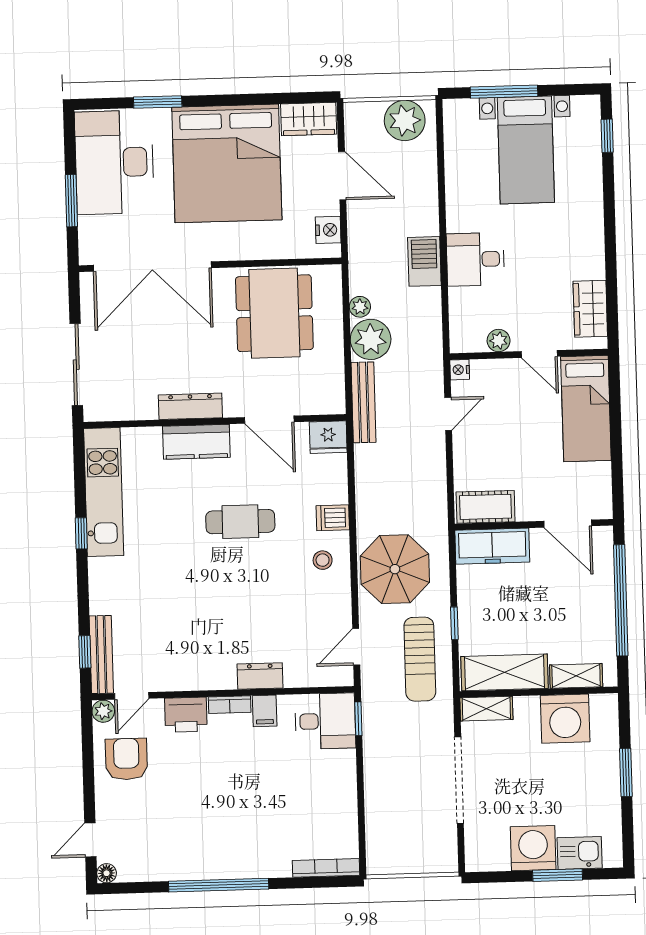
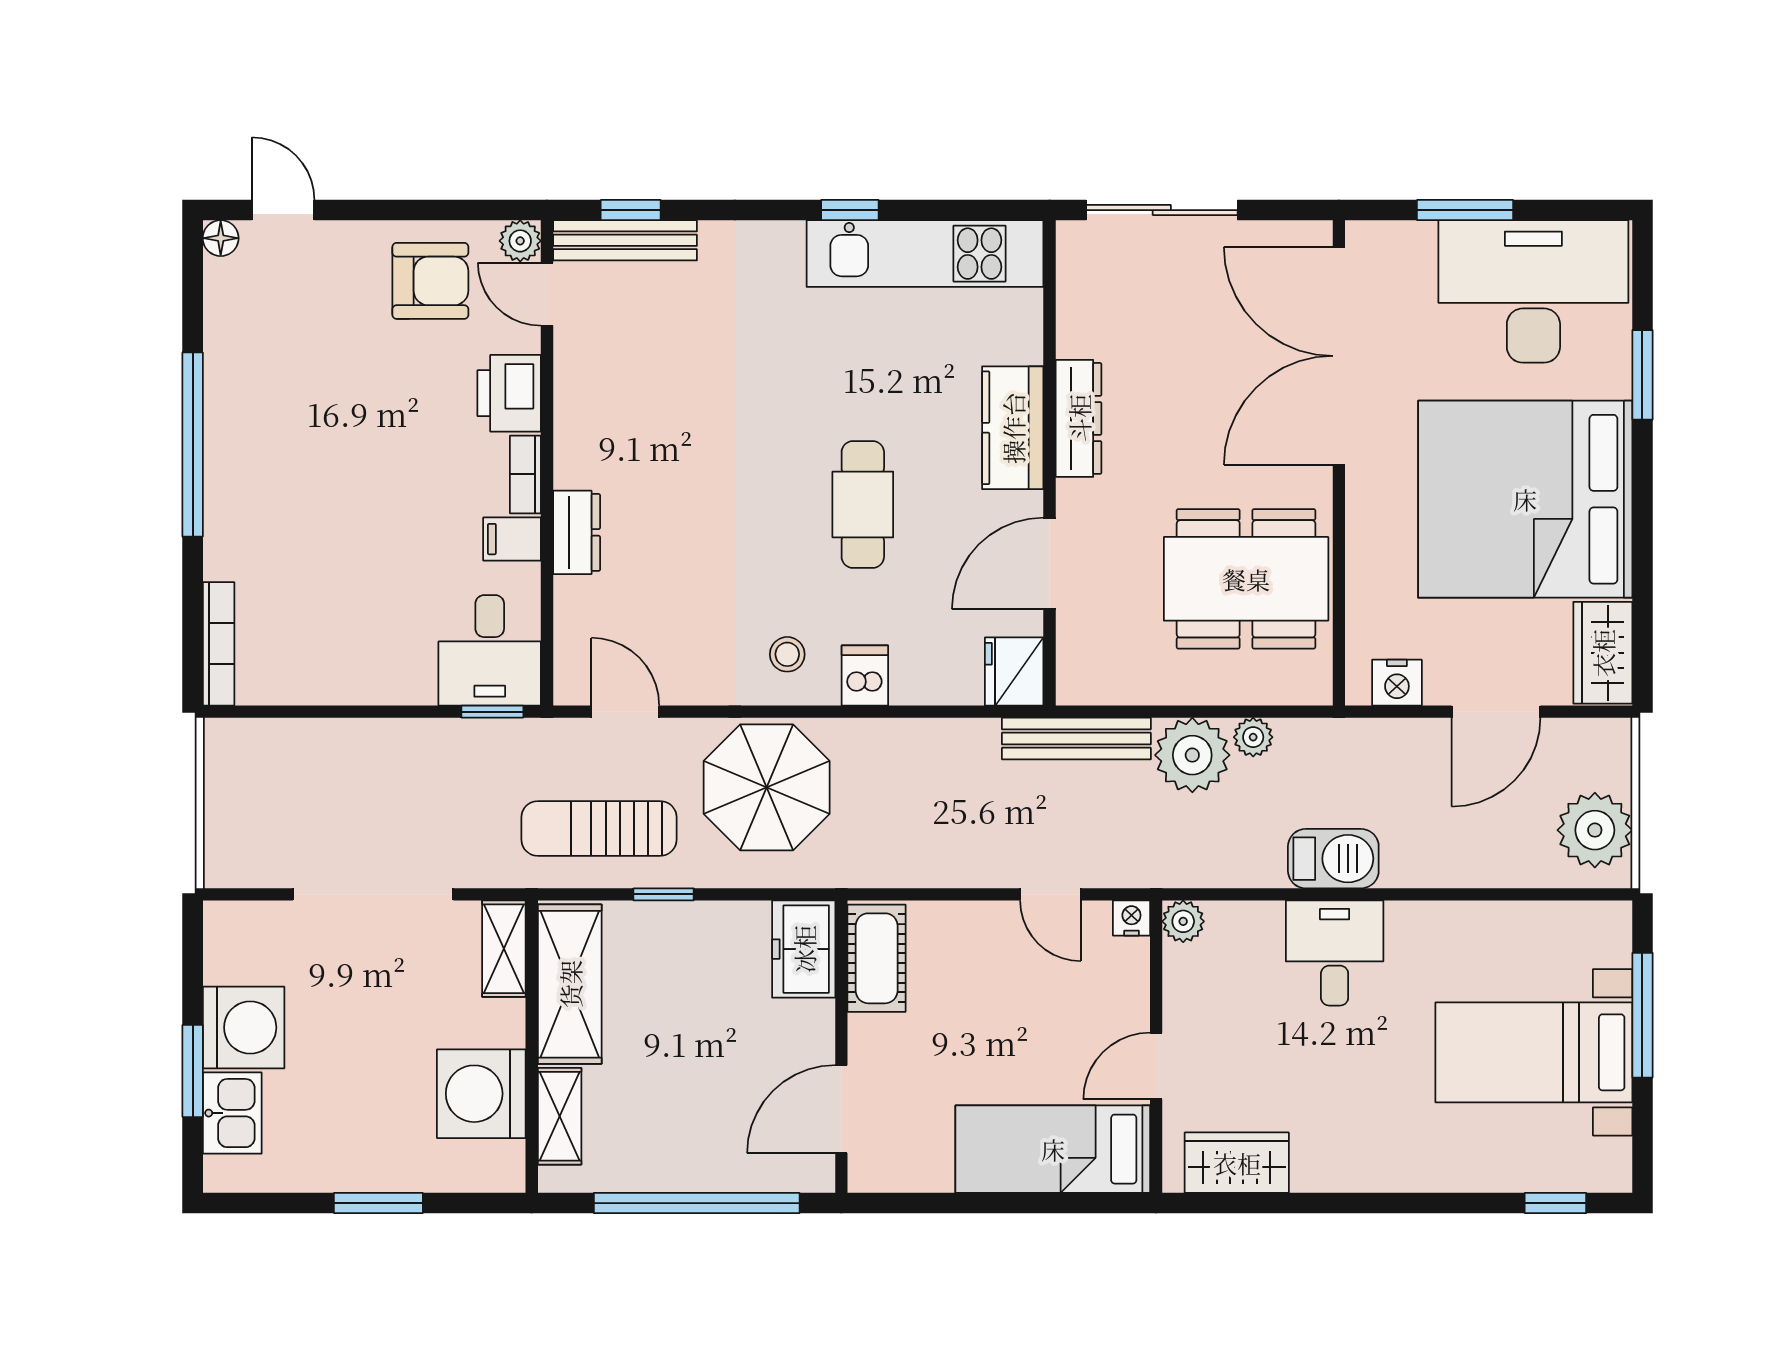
plant: (499, 341) -> (1183, 921), moved
freezer: (492, 546) -> (804, 949), width x0.71

